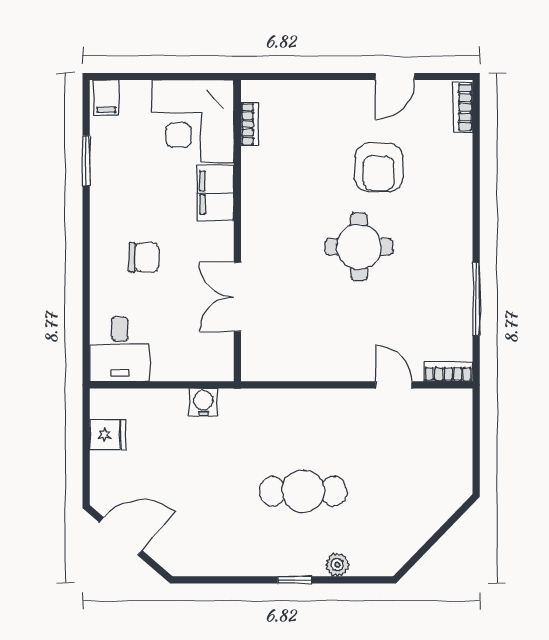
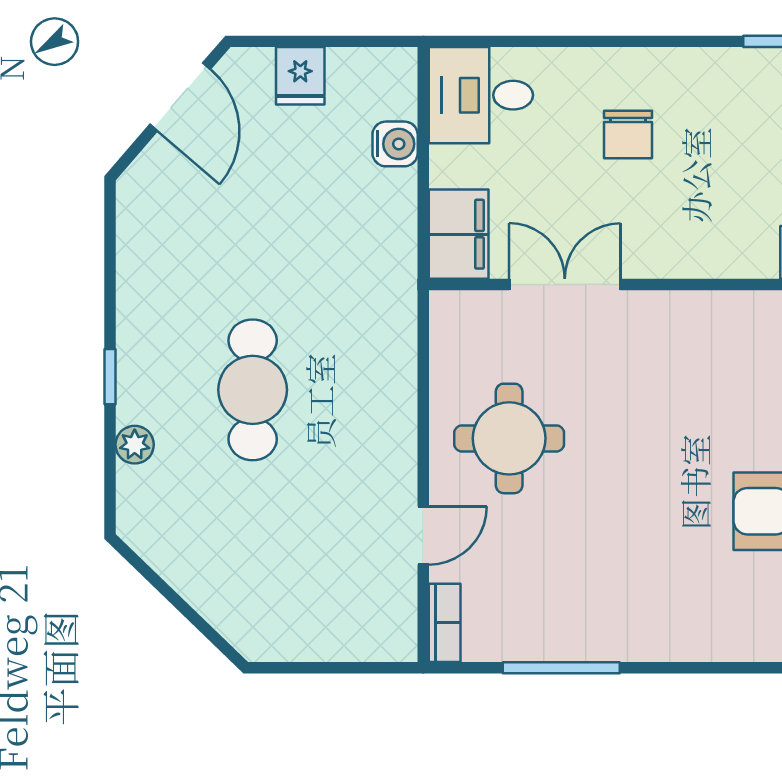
filing cabinet: (215, 193) -> (459, 234), moved, turned 90
round table: (359, 247) -> (509, 438), moved
water cooler: (203, 402) -> (395, 144), moved
fridge: (108, 434) -> (300, 76), moved

